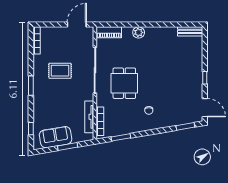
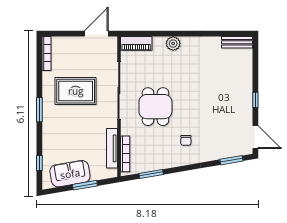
rug: (60, 71) -> (76, 91), width x1.36, depth x1.43

